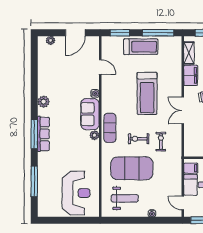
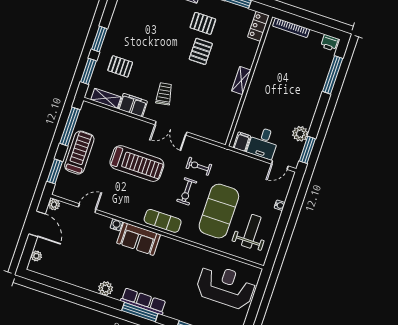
plant: (94, 135) -> (54, 205), moved

